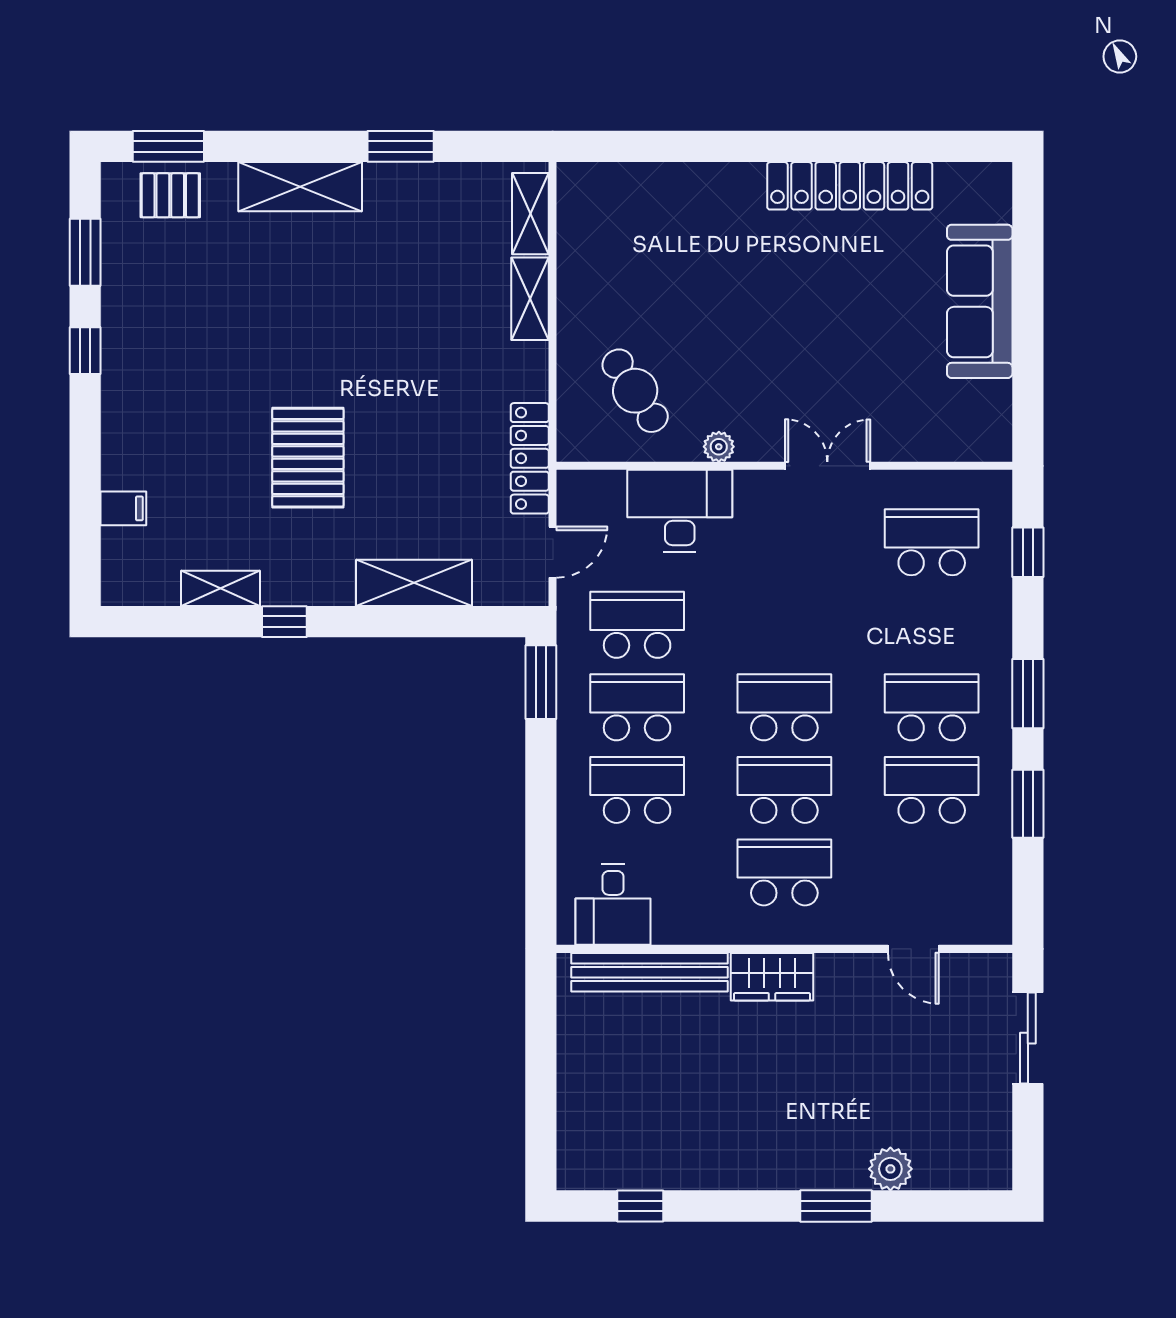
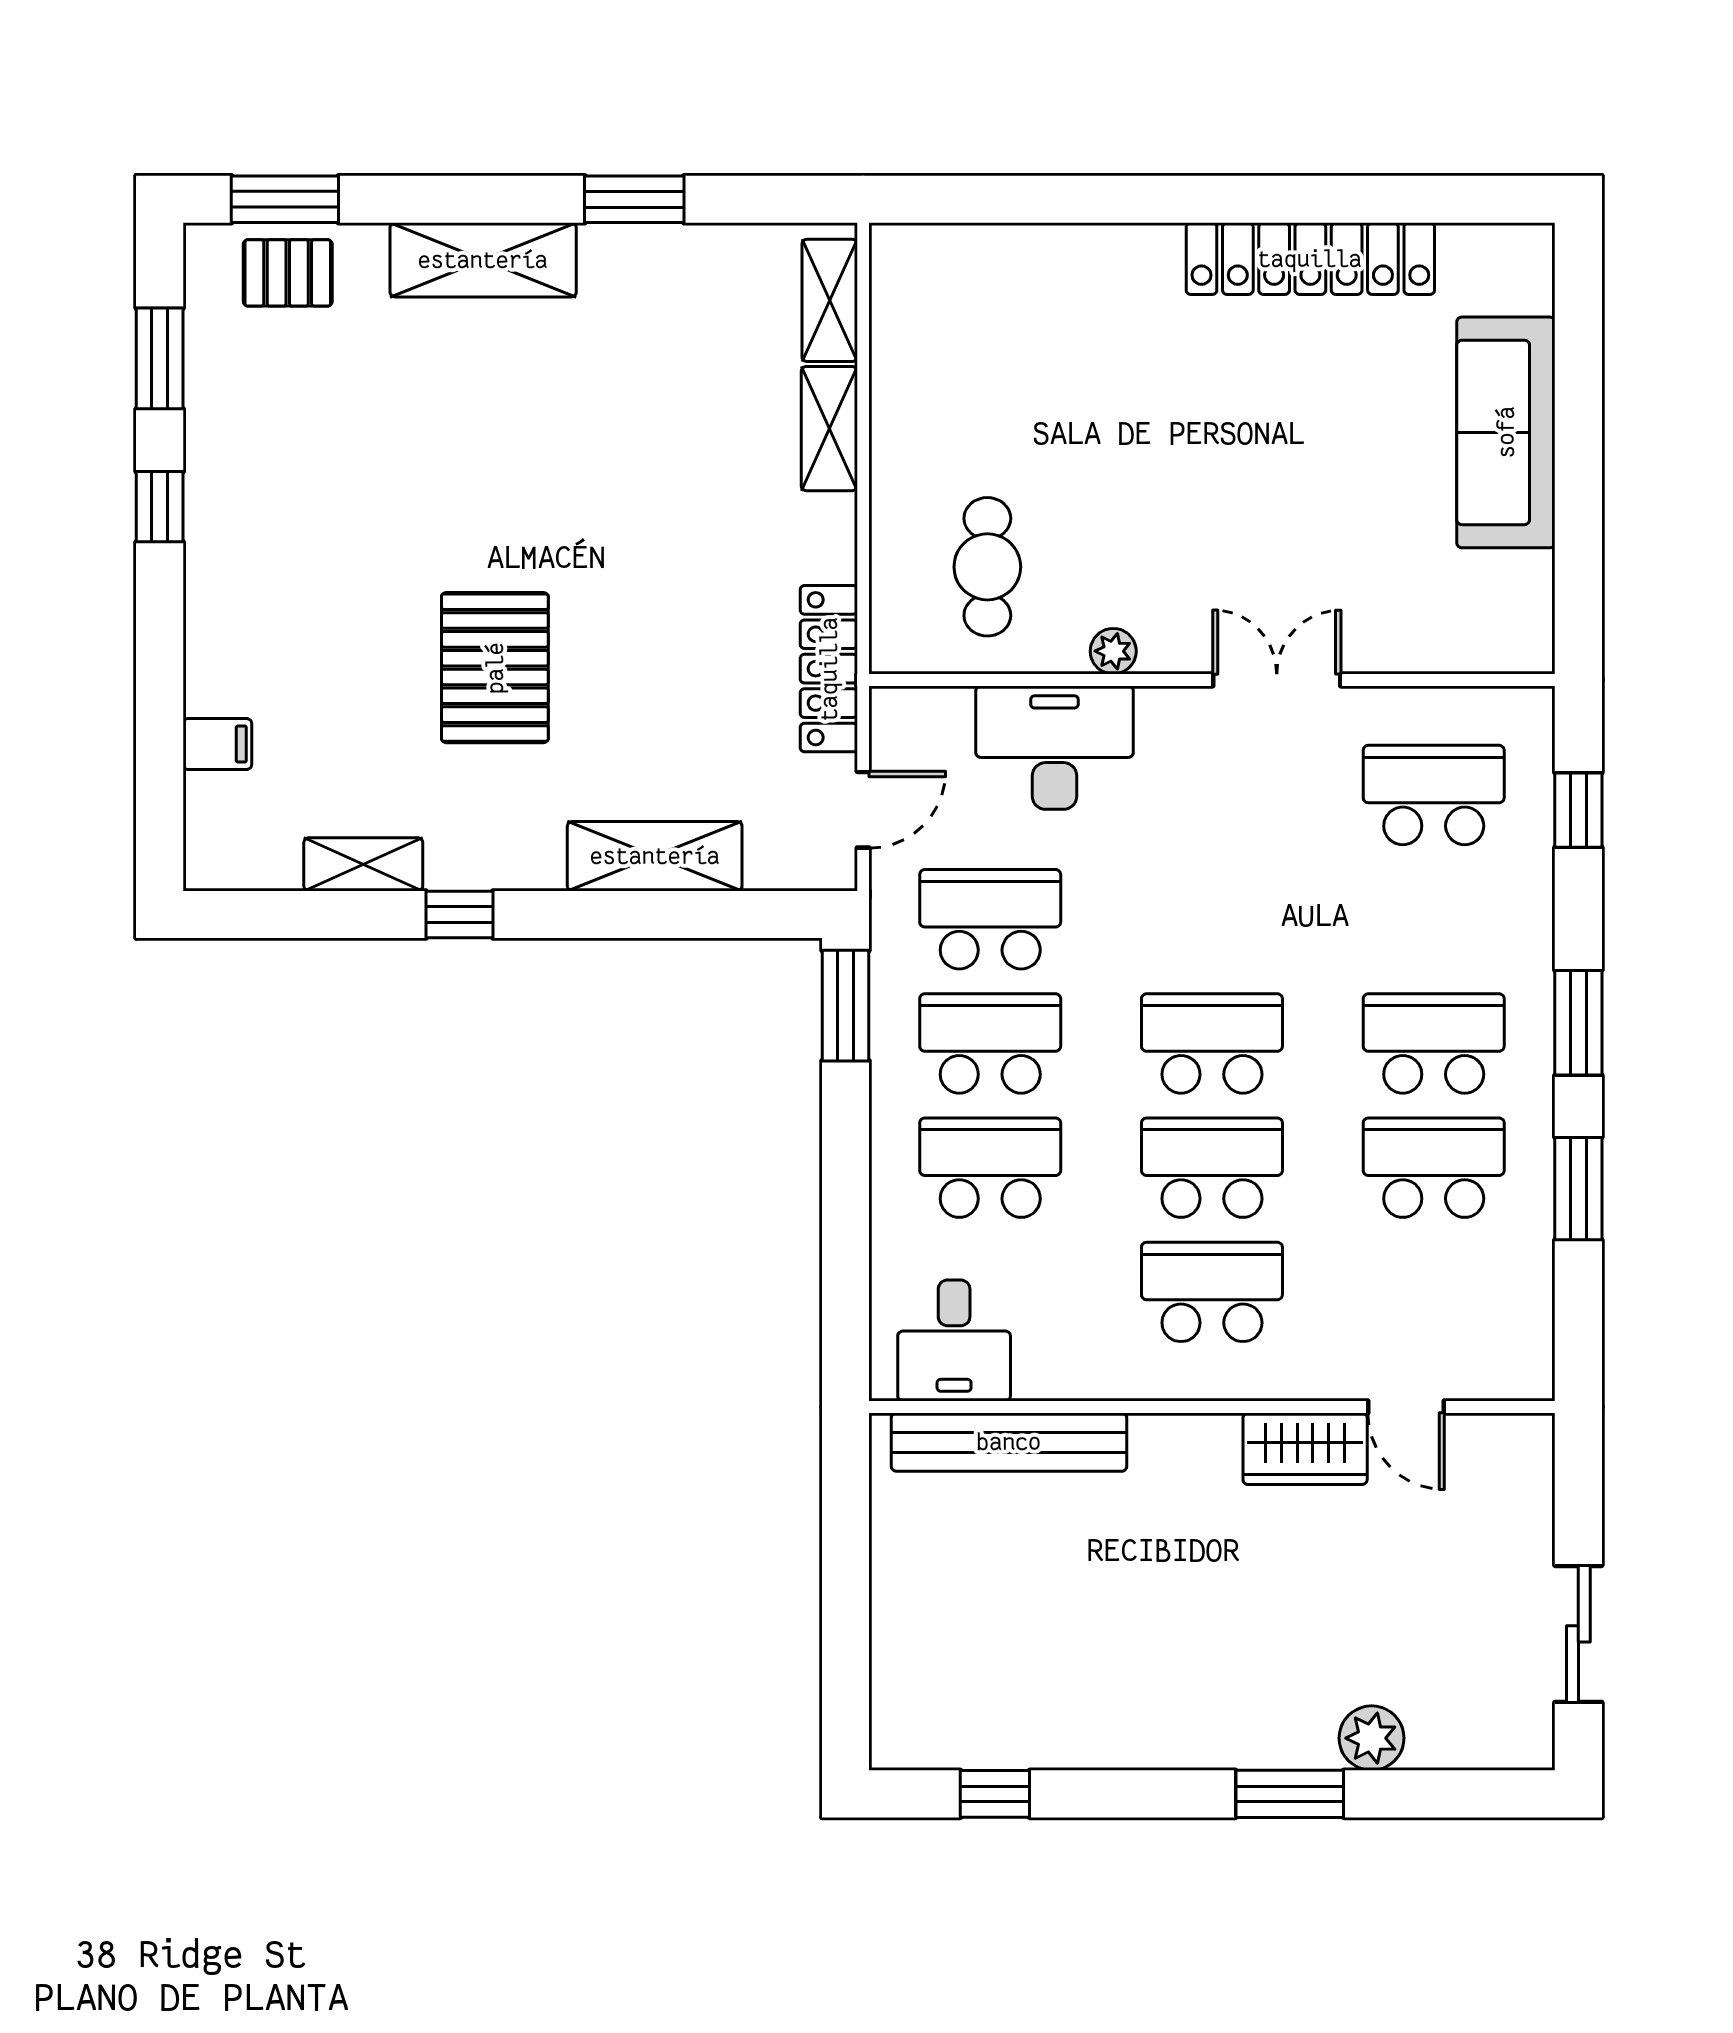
cafe table: (635, 391) -> (987, 567), turned 33
wardrobe: (772, 977) -> (1305, 1449), moved
sliding door: (1028, 1038) -> (1578, 1634), moved

